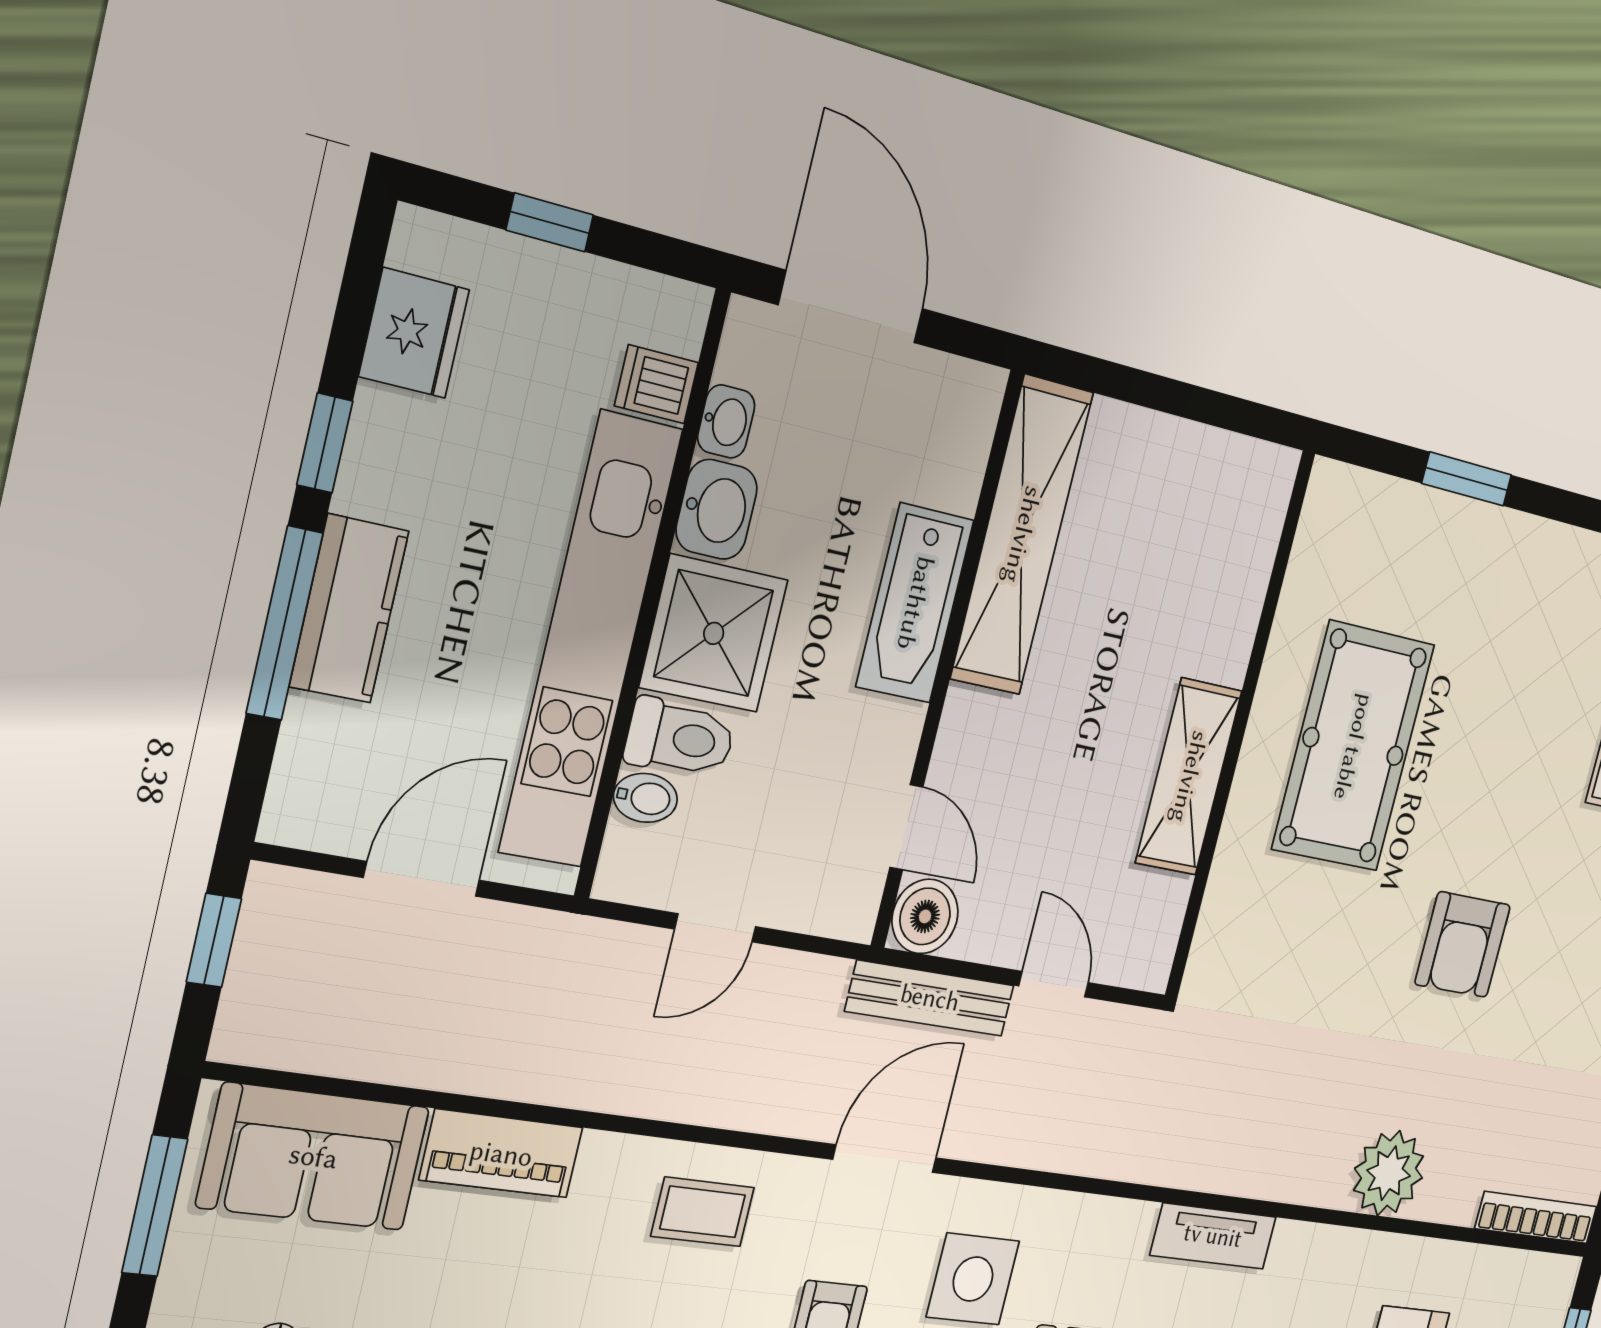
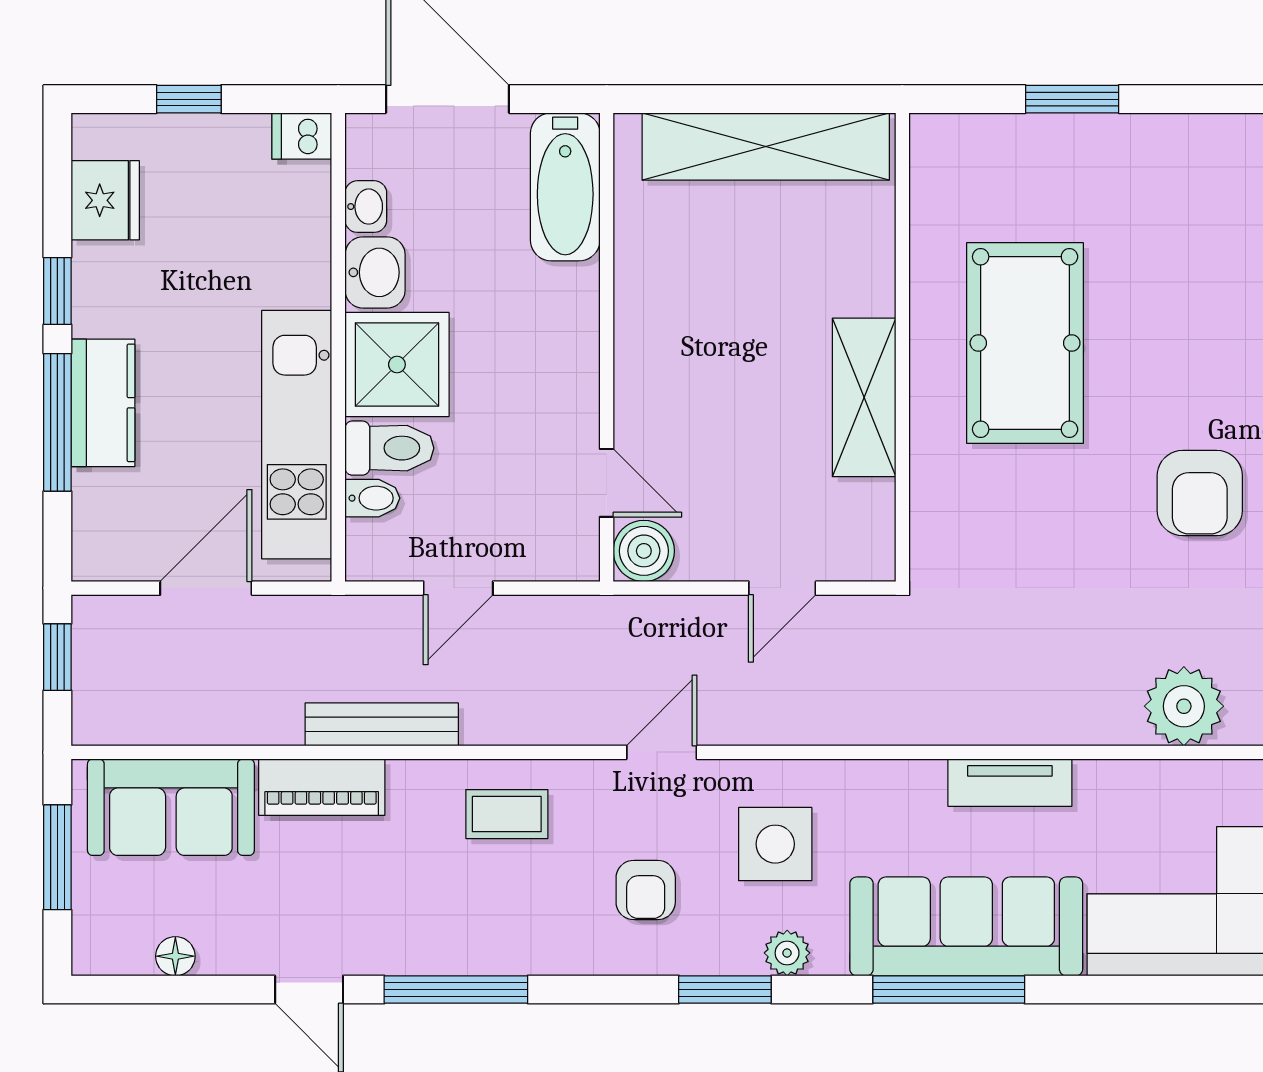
dishwasher: (656, 384) -> (302, 136), moved
shelving: (1022, 535) -> (766, 147), moved, turned 90
bathtub: (915, 603) -> (565, 187), moved
kitchen unit: (590, 641) -> (297, 435), width x0.73
door: (1054, 984) -> (782, 588), swing flipped
bench: (930, 998) -> (382, 724), moved
door: (885, 1159) -> (662, 752), width x0.73

